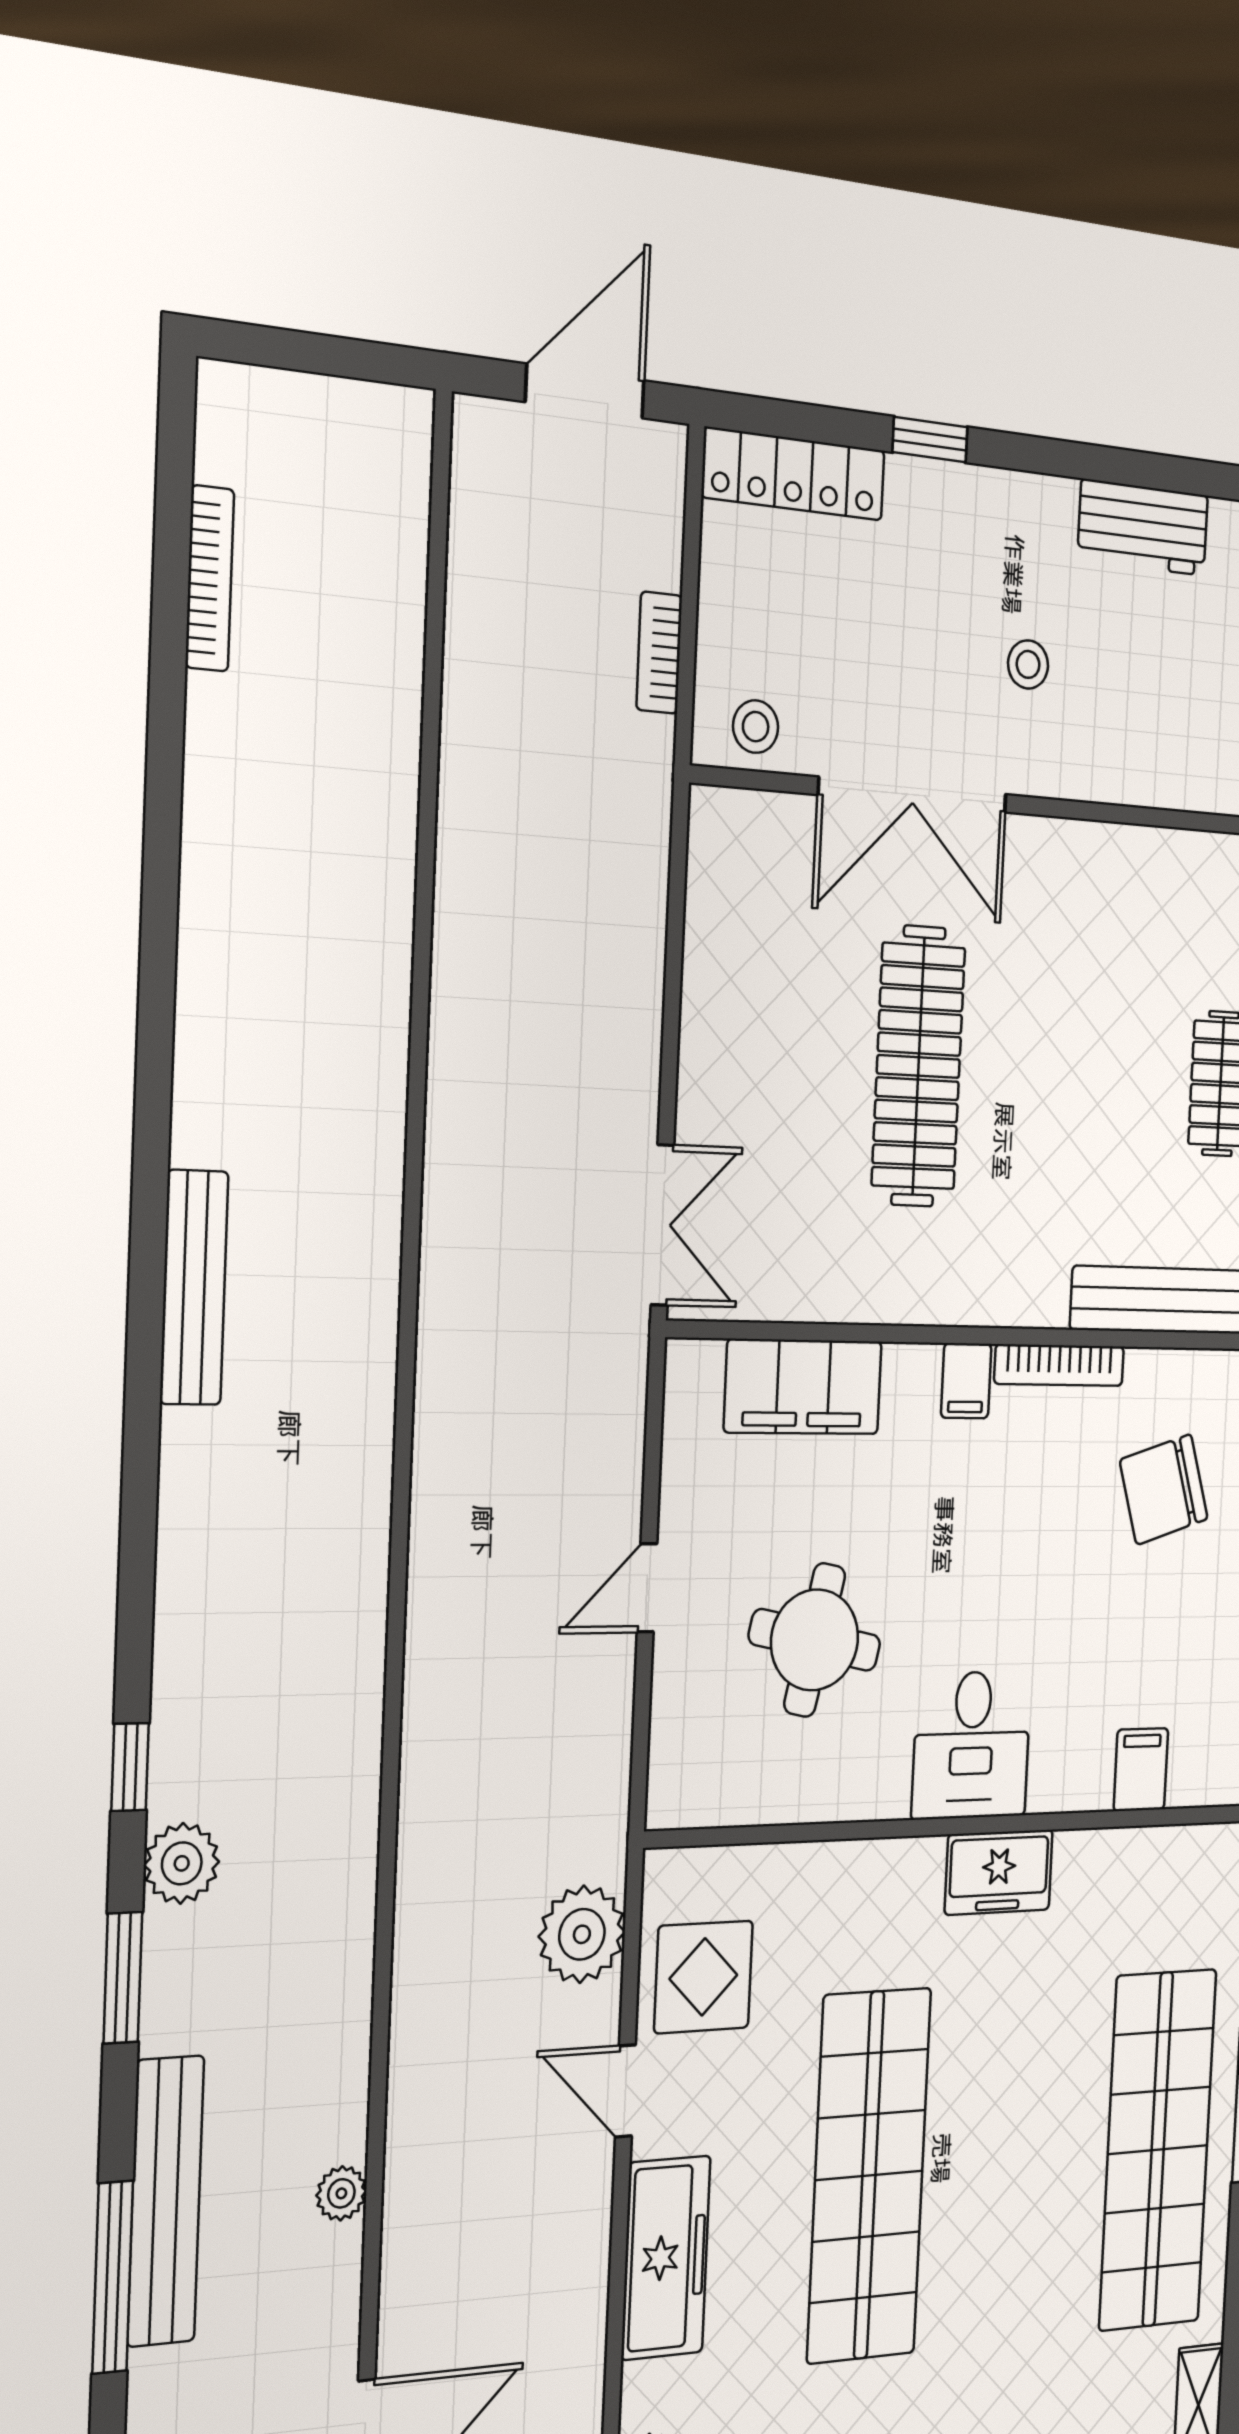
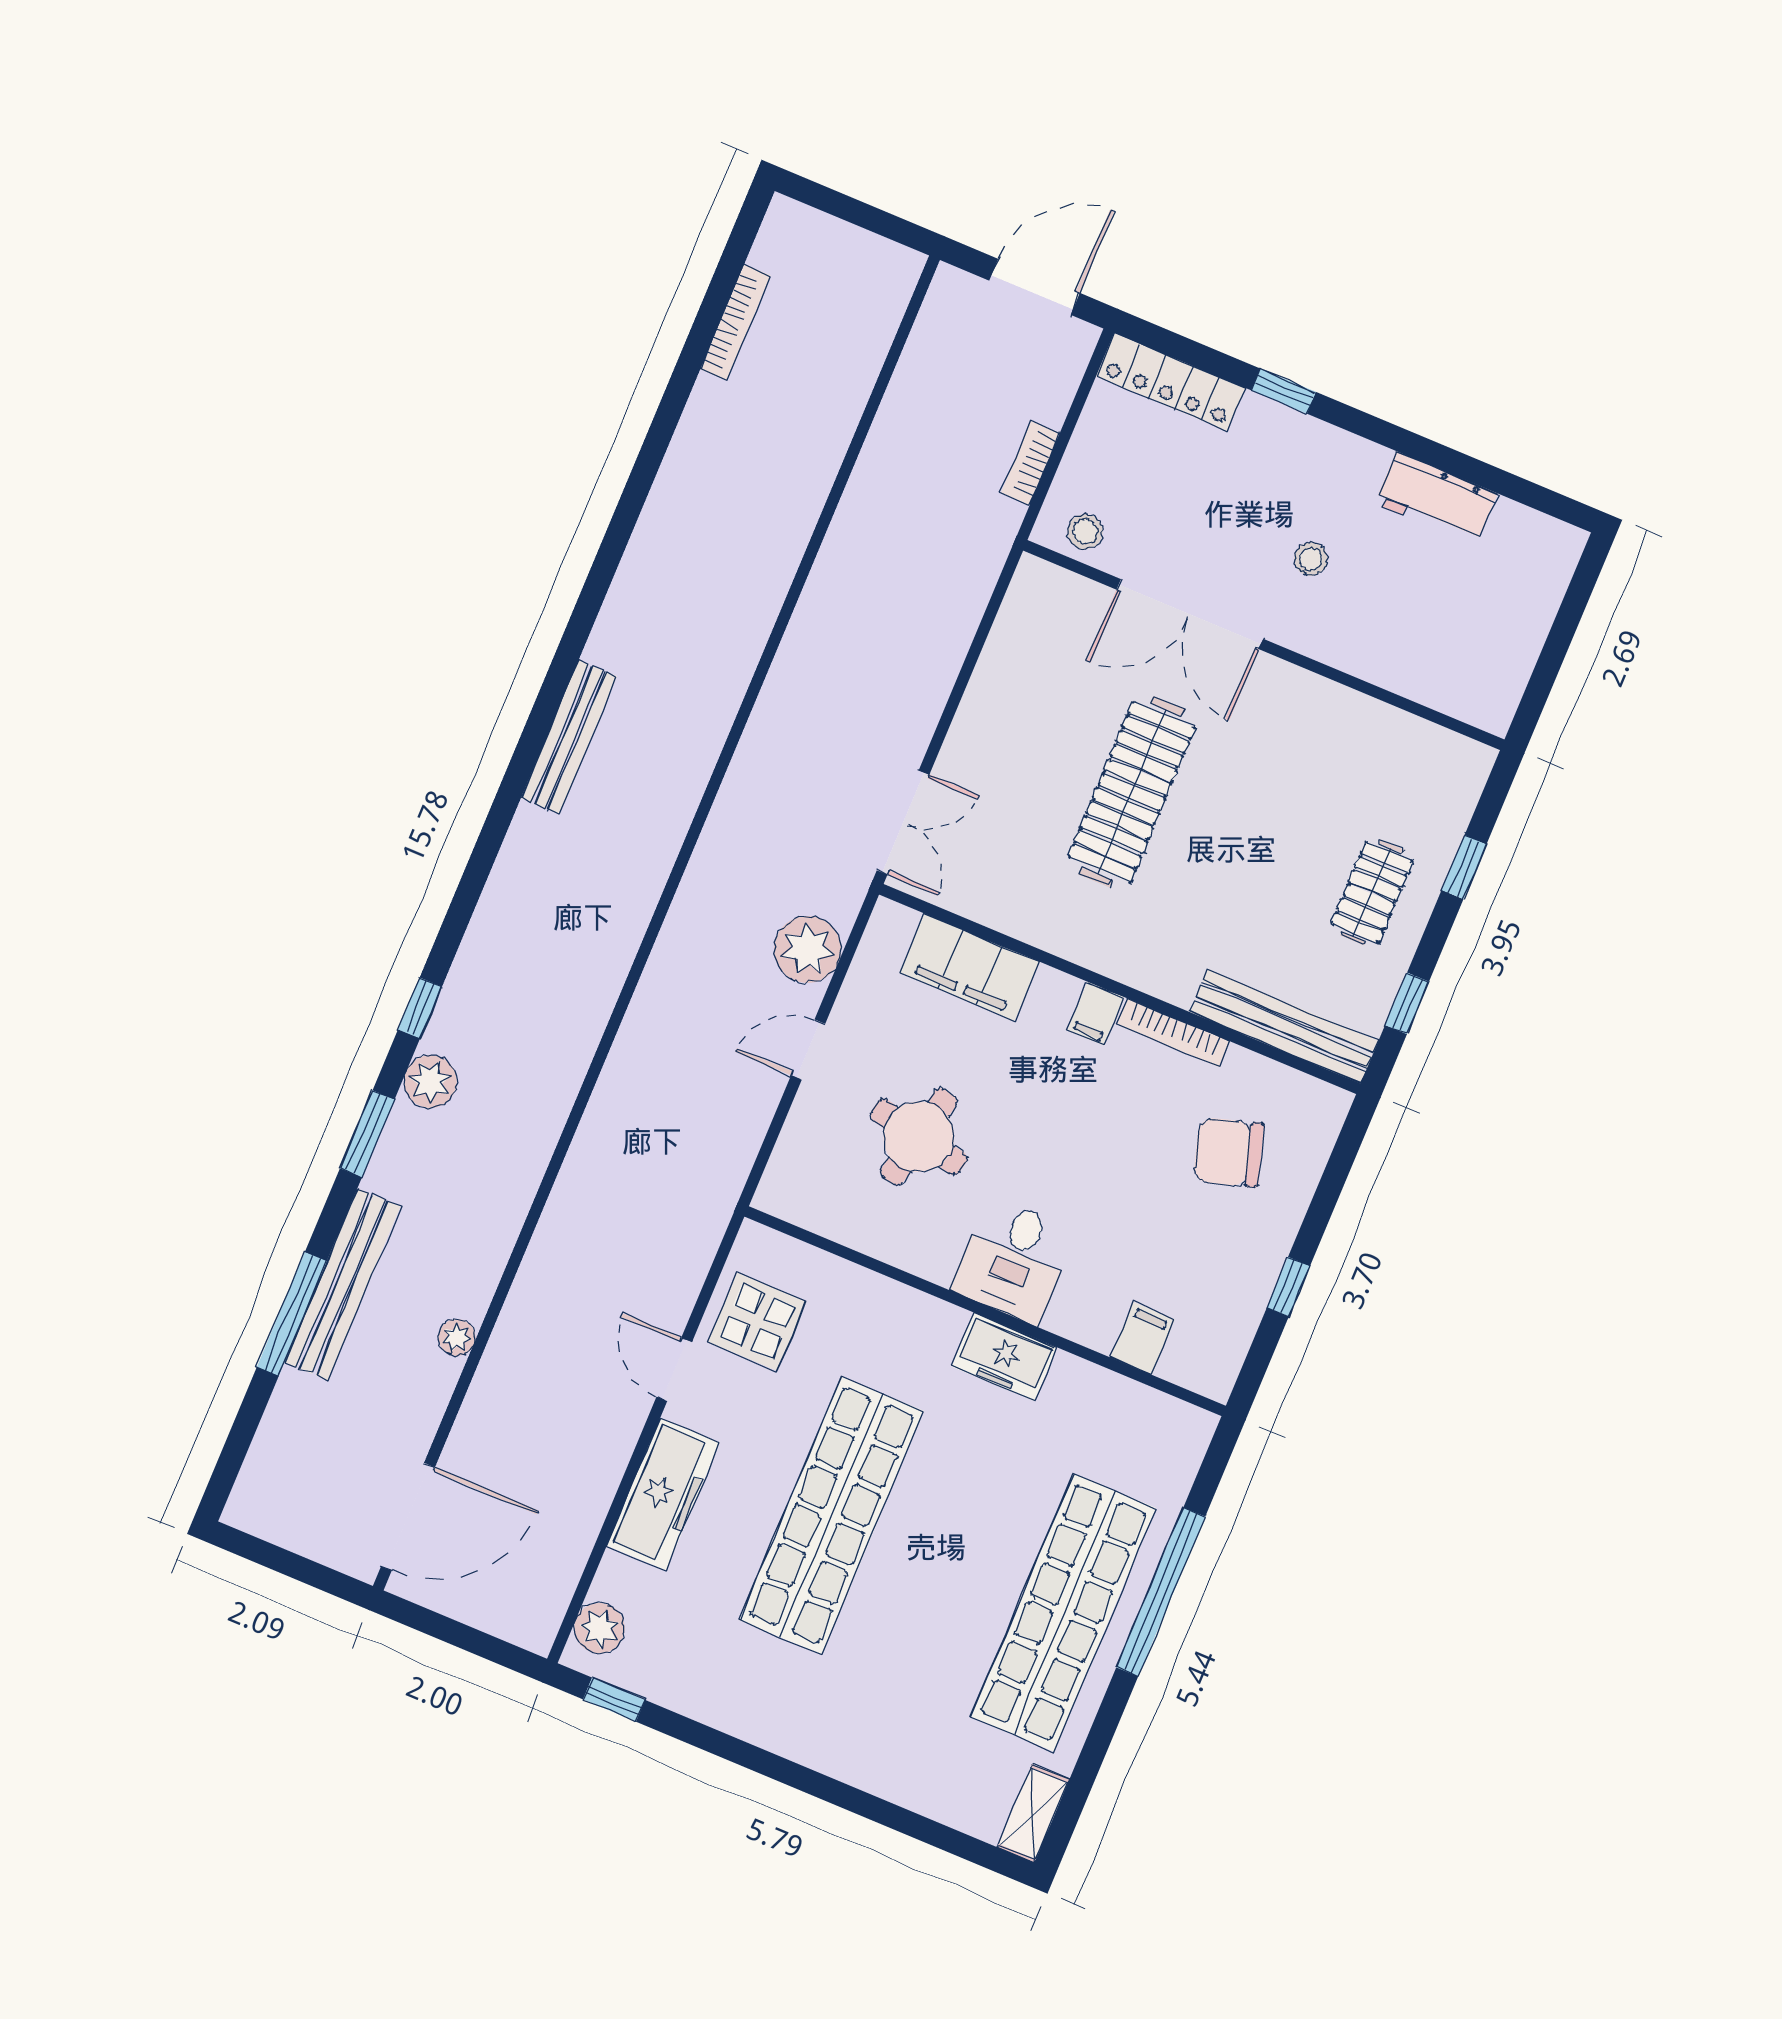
plant: (582, 1934) -> (808, 949), moved

